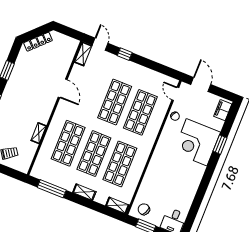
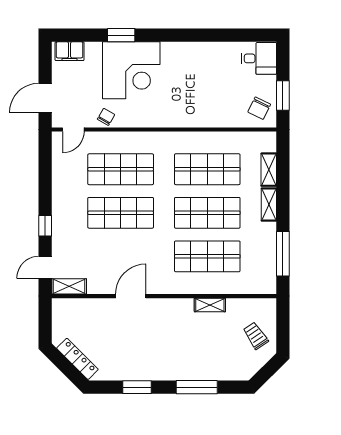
shelving: (117, 205) -> (269, 170), moved

